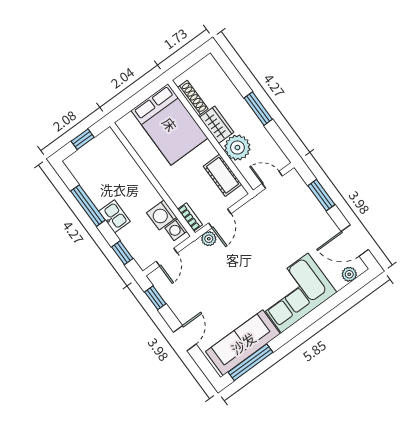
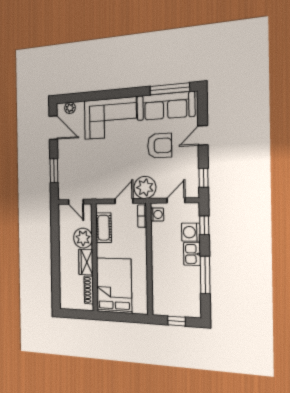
window: (258, 109) -> (55, 252), removed
washing machine: (162, 215) -> (191, 232), moved, turned 180
plant: (209, 239) -> (145, 187), width x1.87, depth x1.87
armchair: (222, 300) -> (160, 146), added

